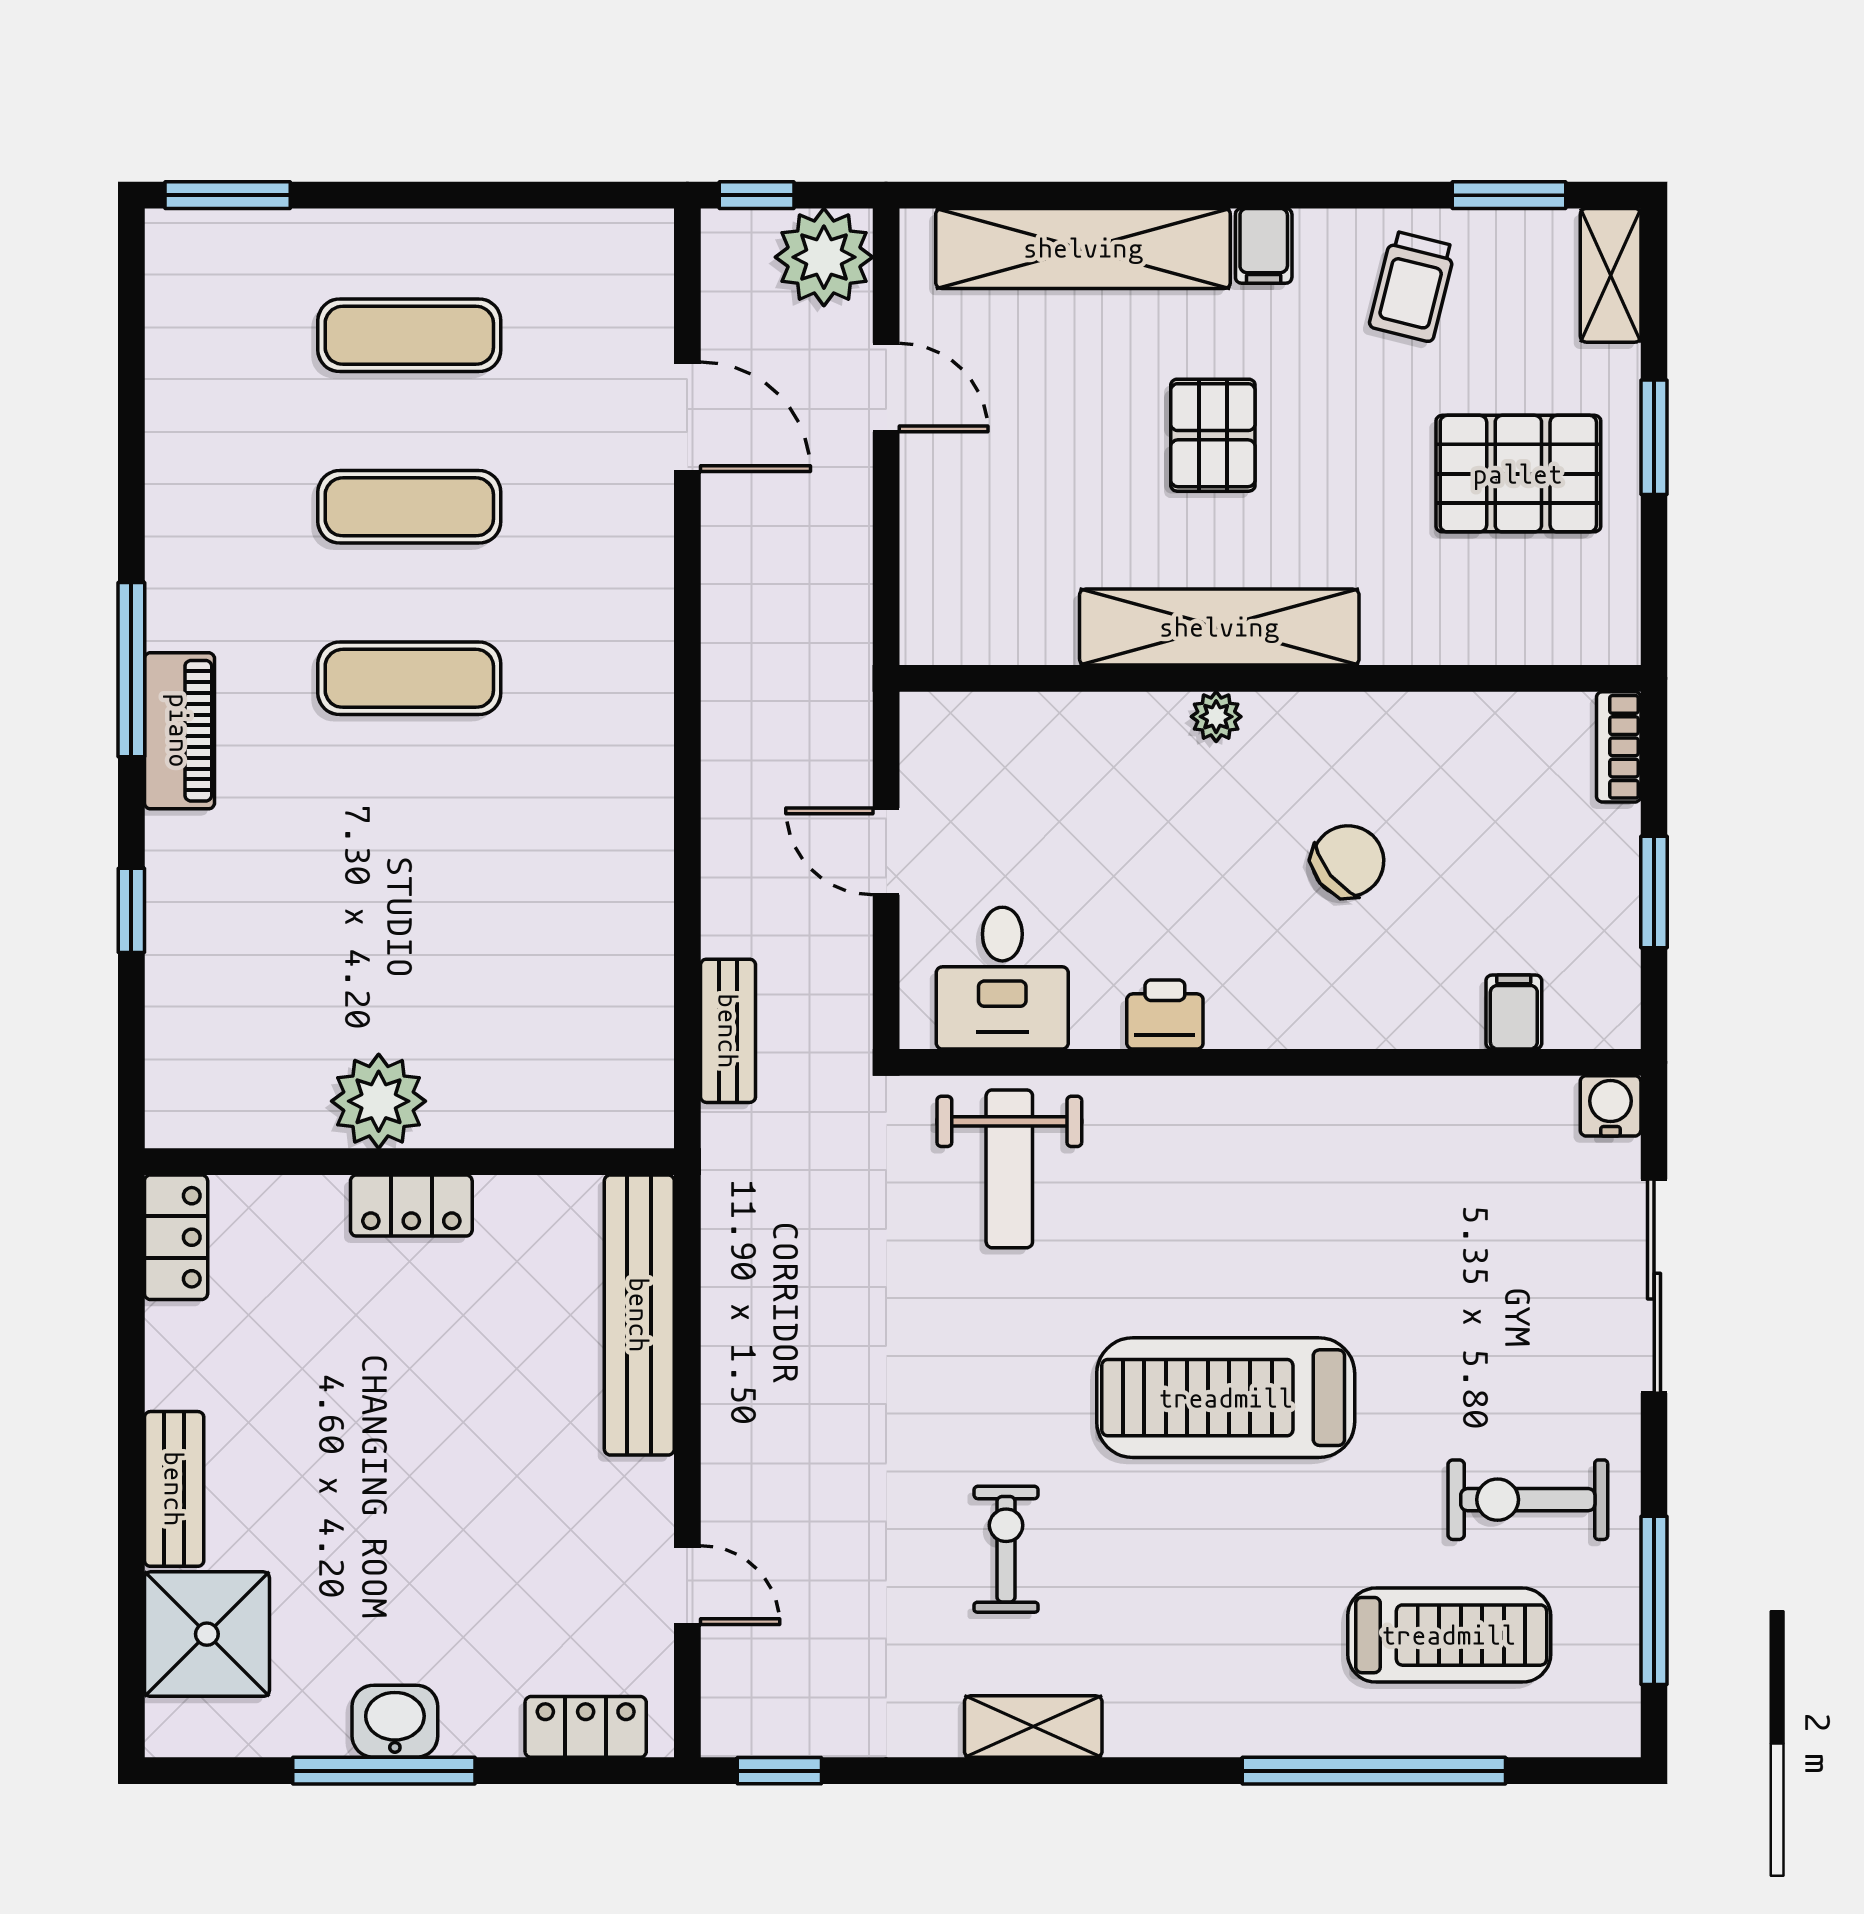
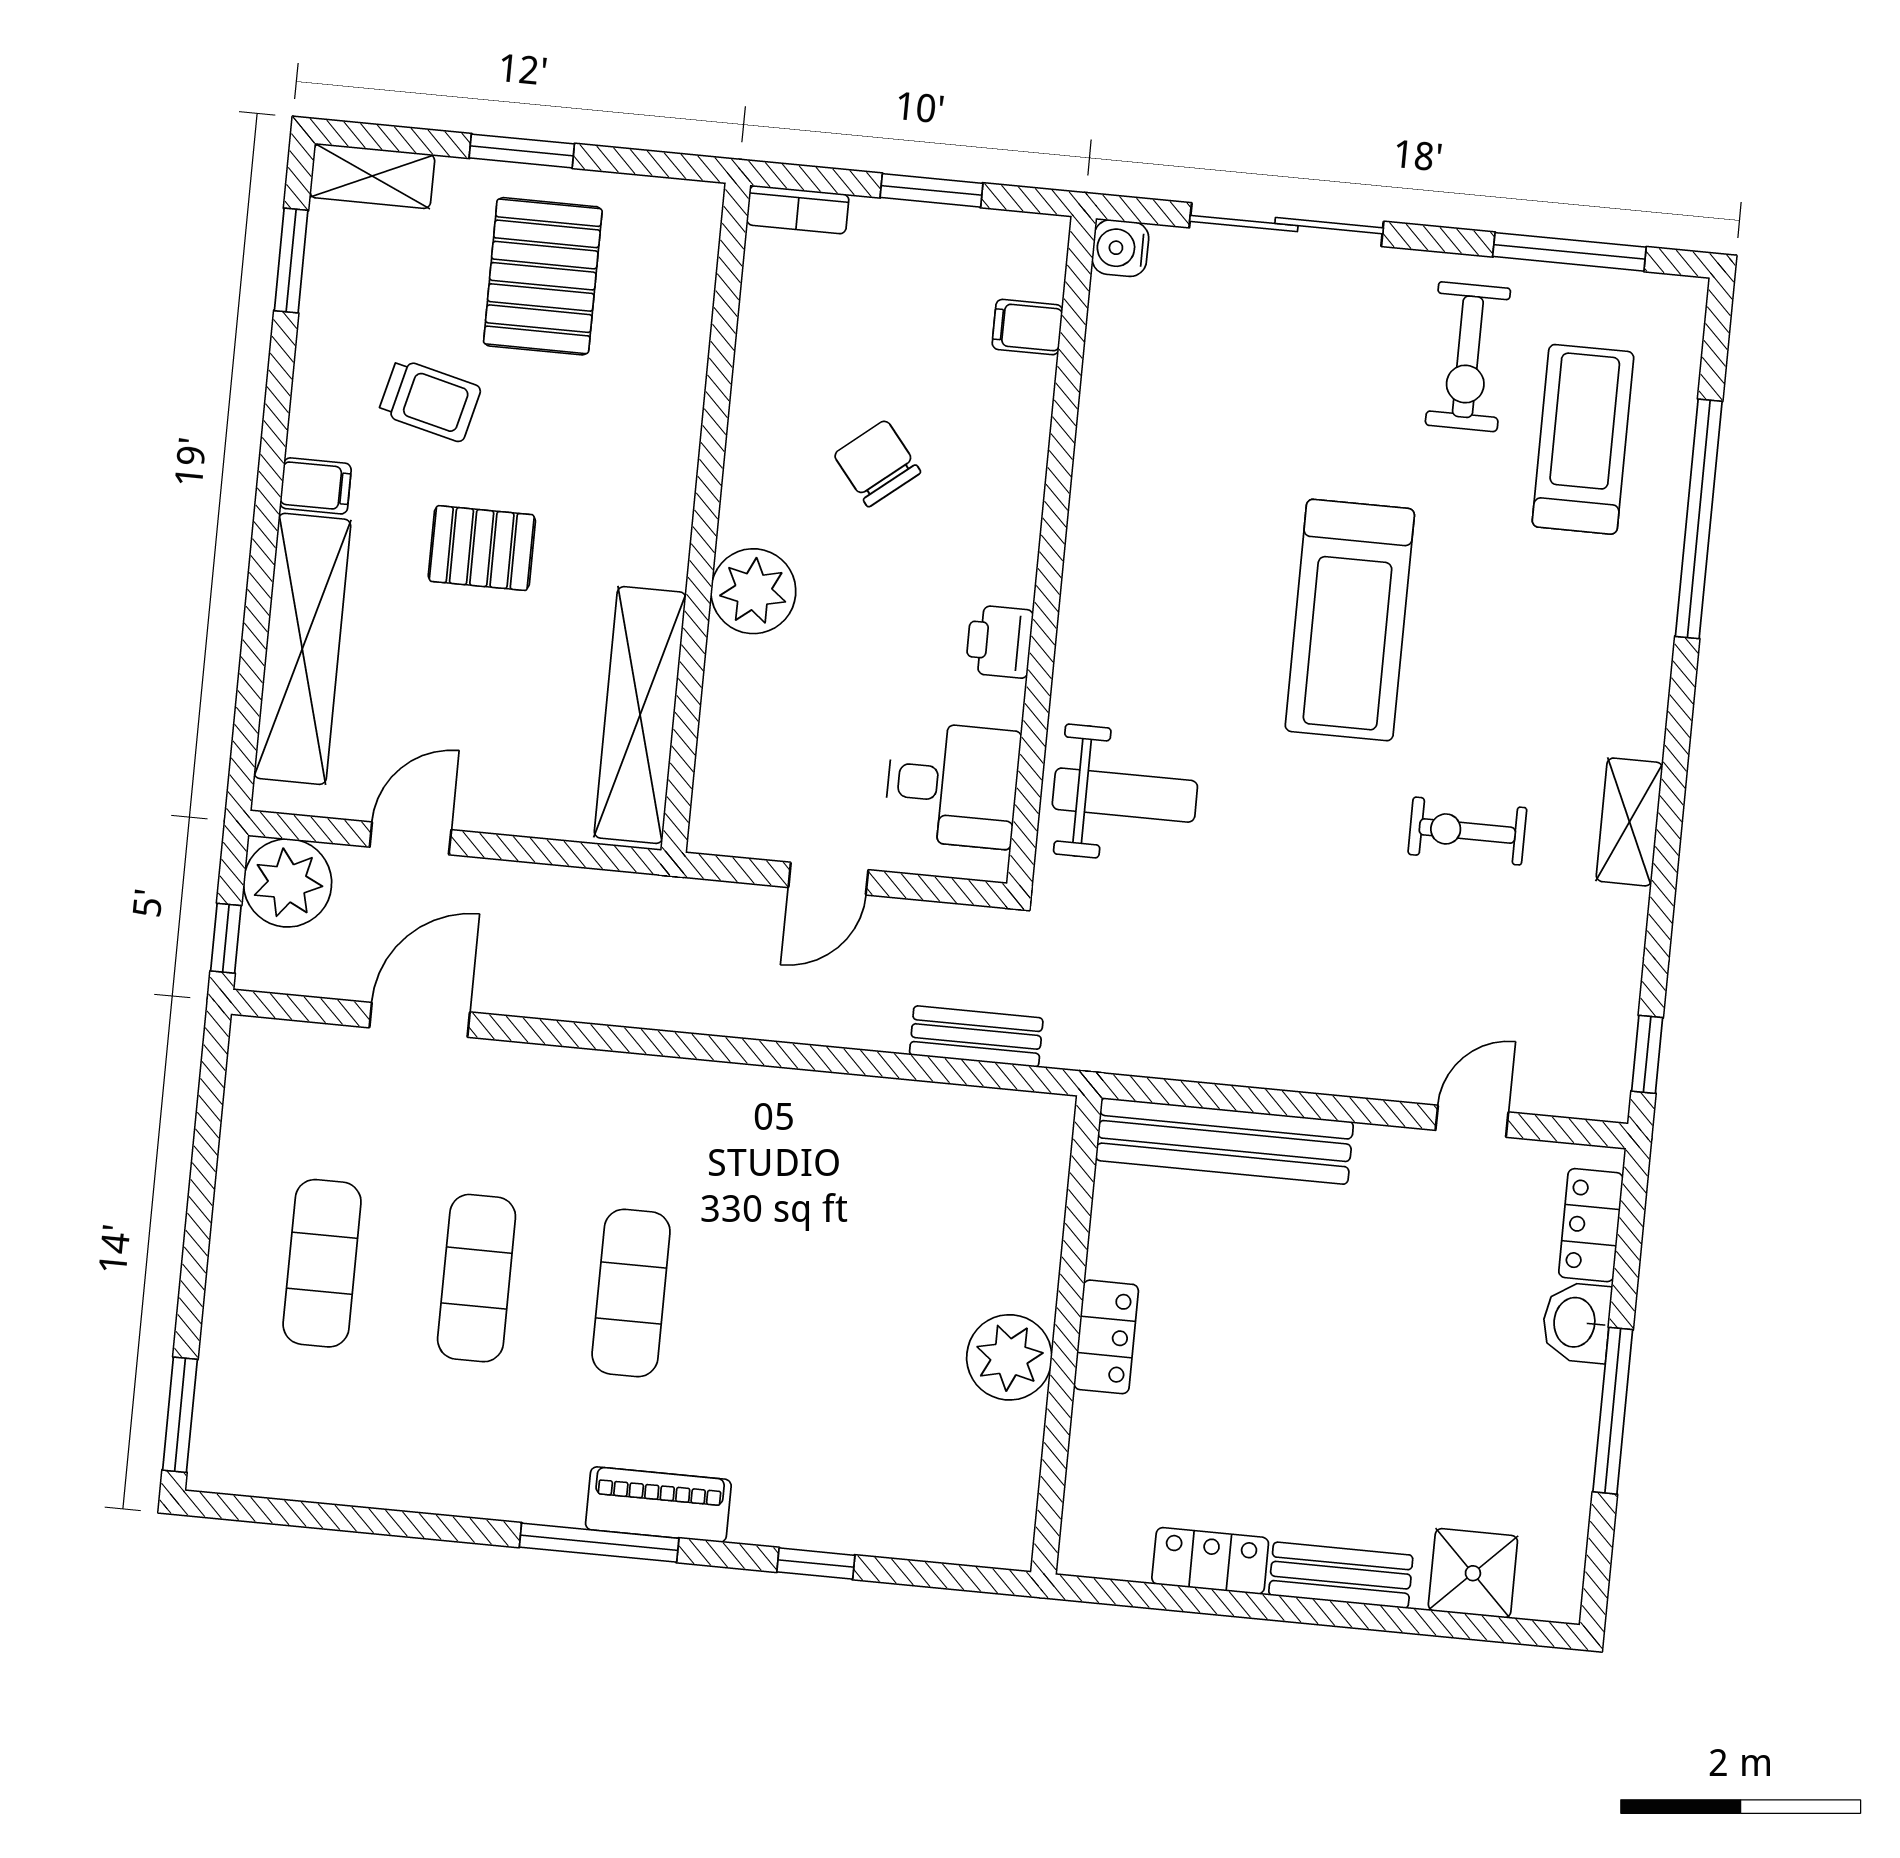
trolley: (1412, 287) -> (430, 400), moved
shelving: (1219, 627) -> (640, 715), moved
plant: (1216, 717) -> (753, 591), width x1.88, depth x1.88
locker: (176, 1237) -> (1210, 1561), moved
shower: (207, 1634) -> (1473, 1573), width x0.73, depth x0.73
washbasin: (395, 1721) -> (1576, 1322), moved

